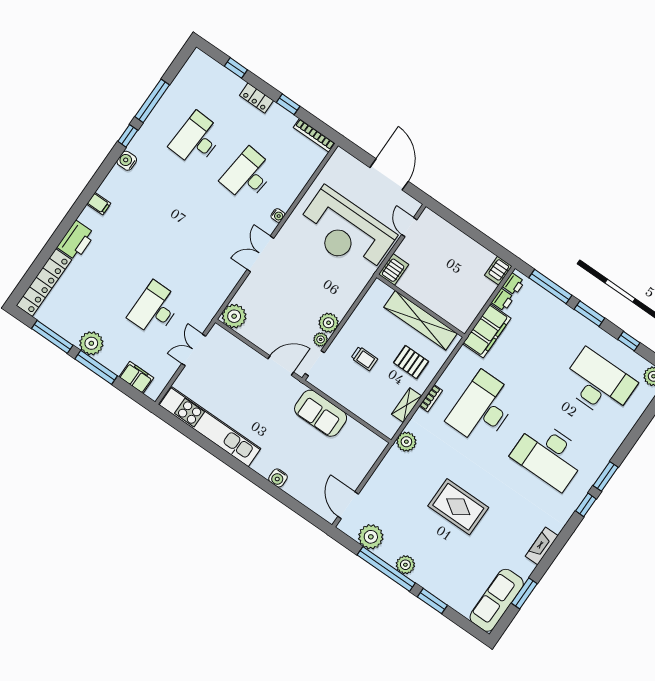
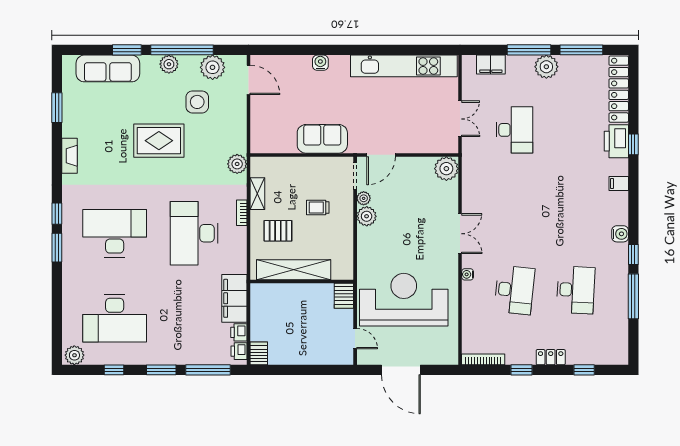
window: (64, 228) -> (633, 144), added
desk: (483, 409) -> (194, 233), turned 180
side table: (404, 517) -> (197, 102), added
sofa: (497, 600) -> (108, 68), moved, turned 90

